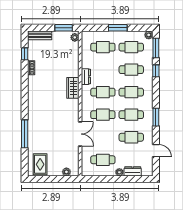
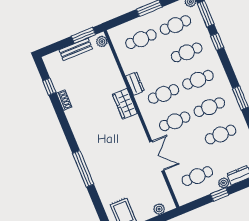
bench: (40, 35) -> (76, 49), moved
window: (25, 134) -> (83, 169), moved
window: (113, 179) -> (220, 194), added

